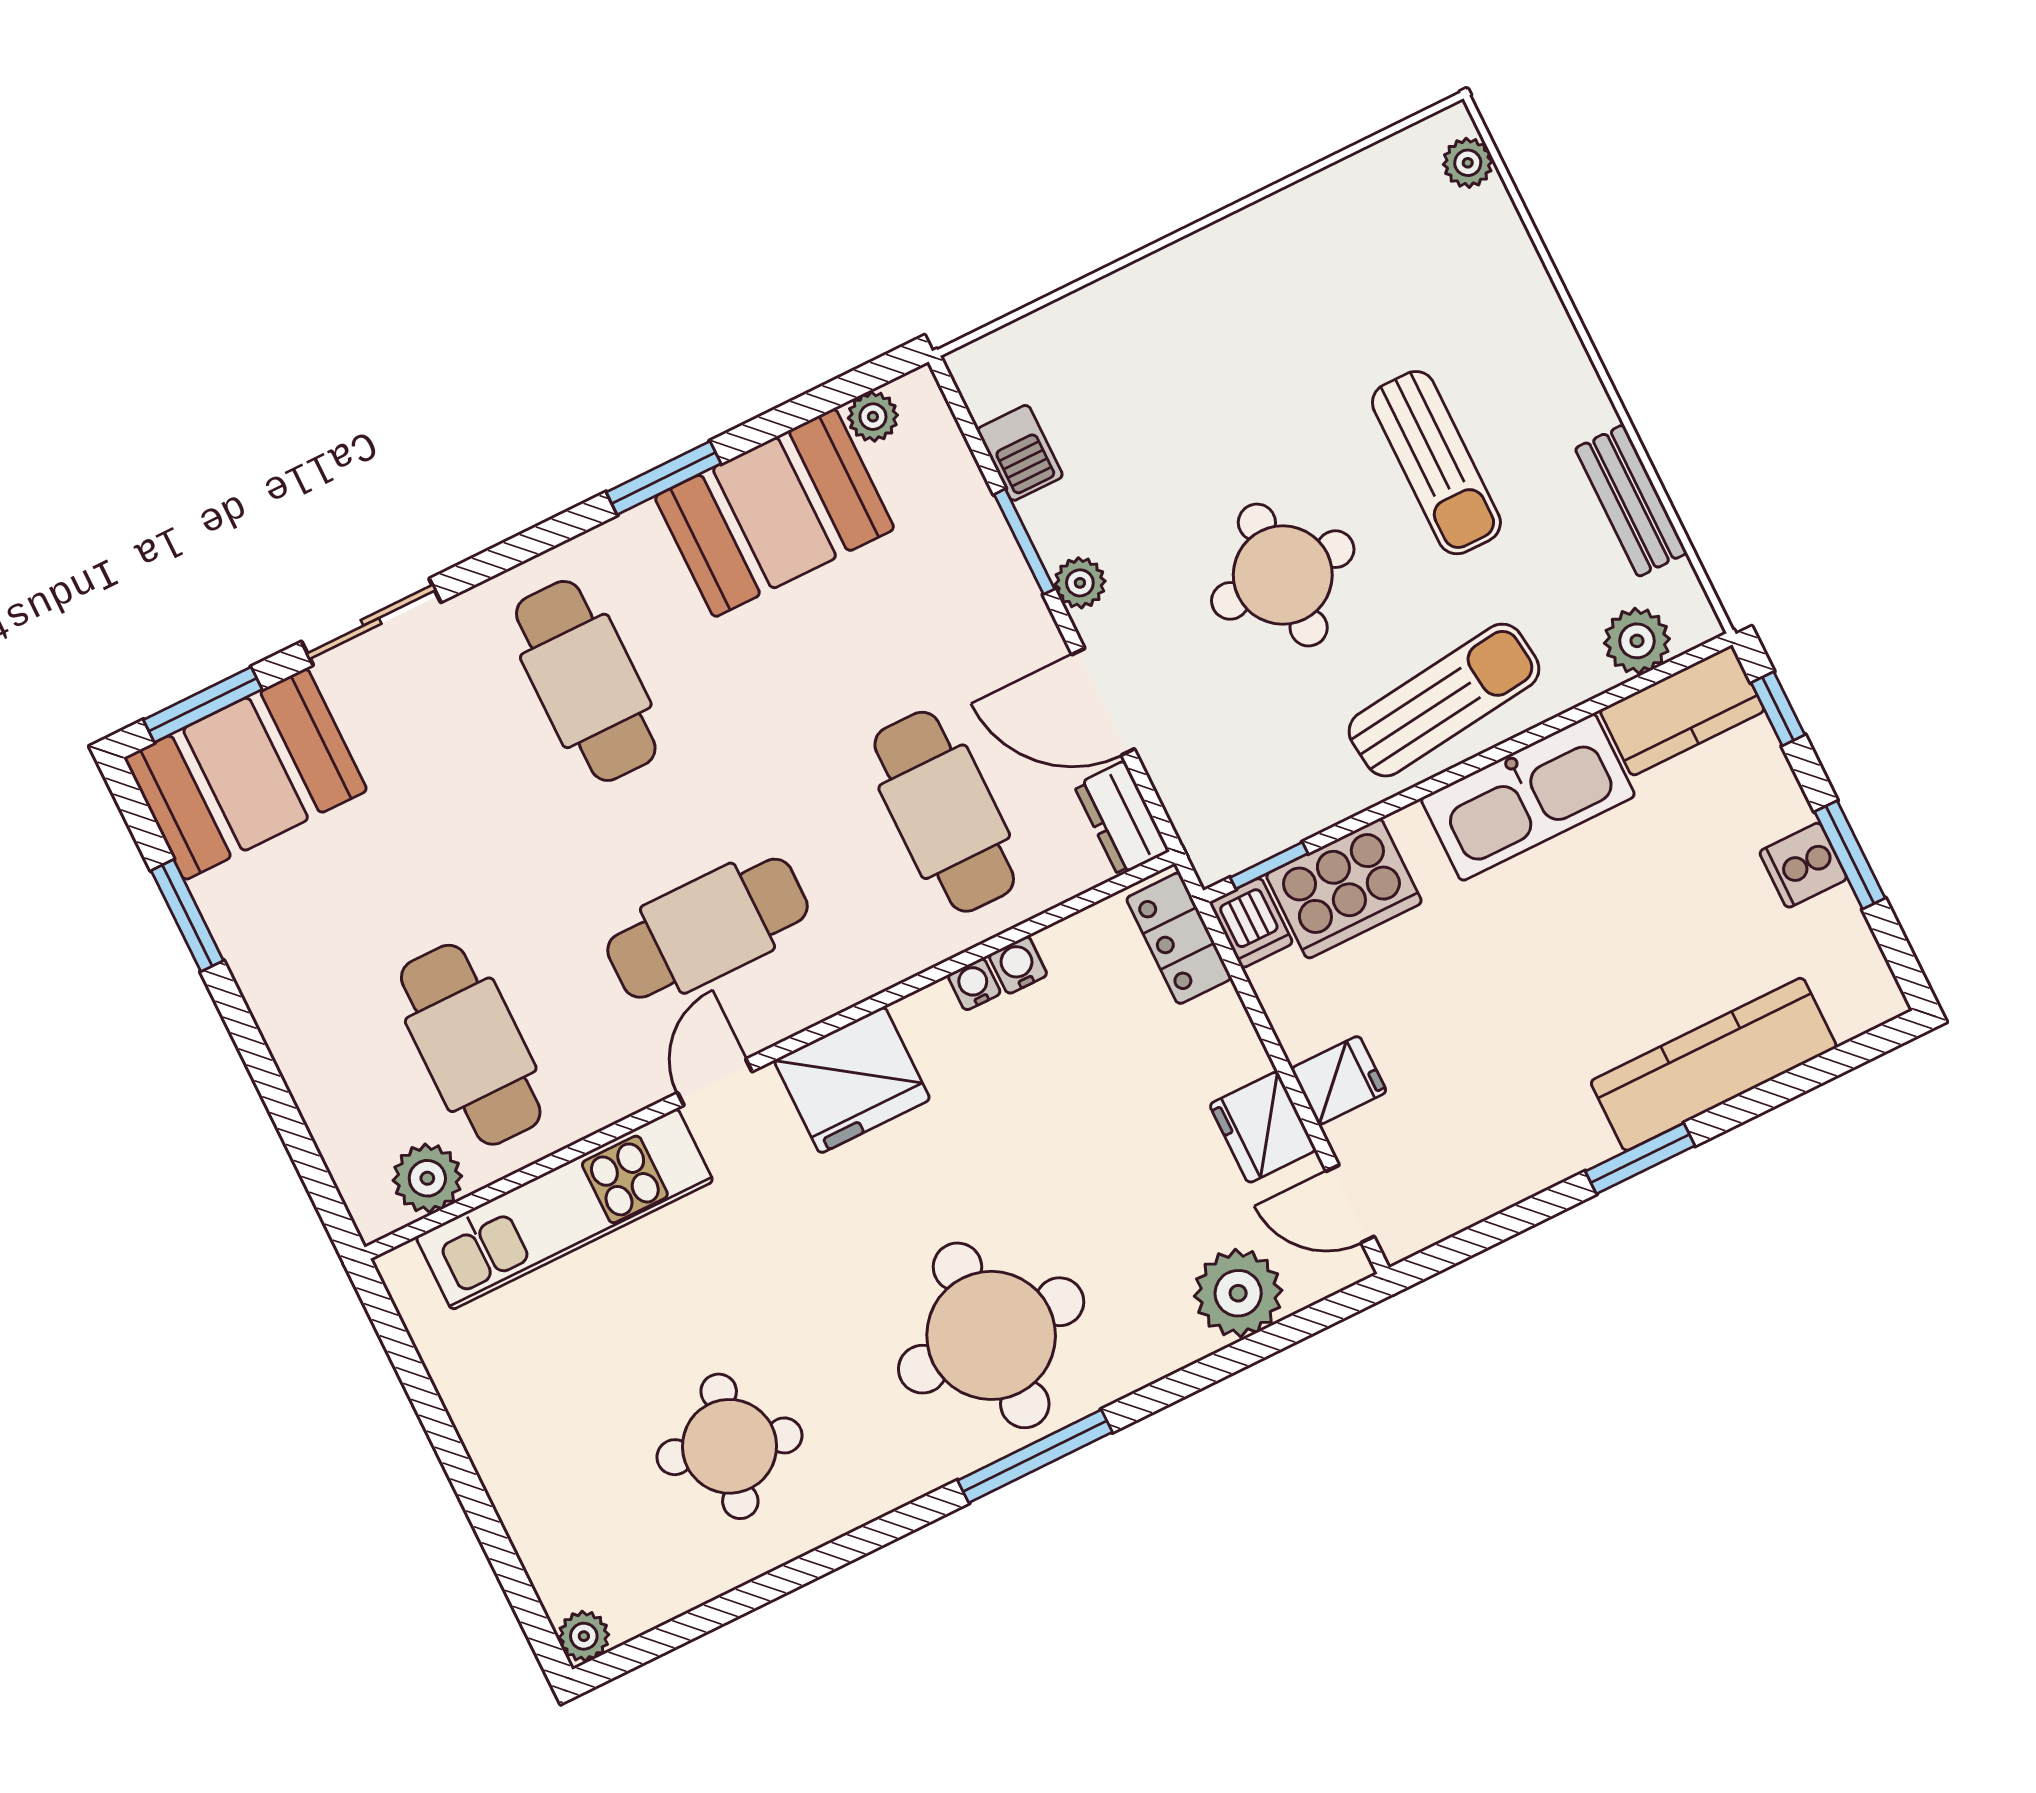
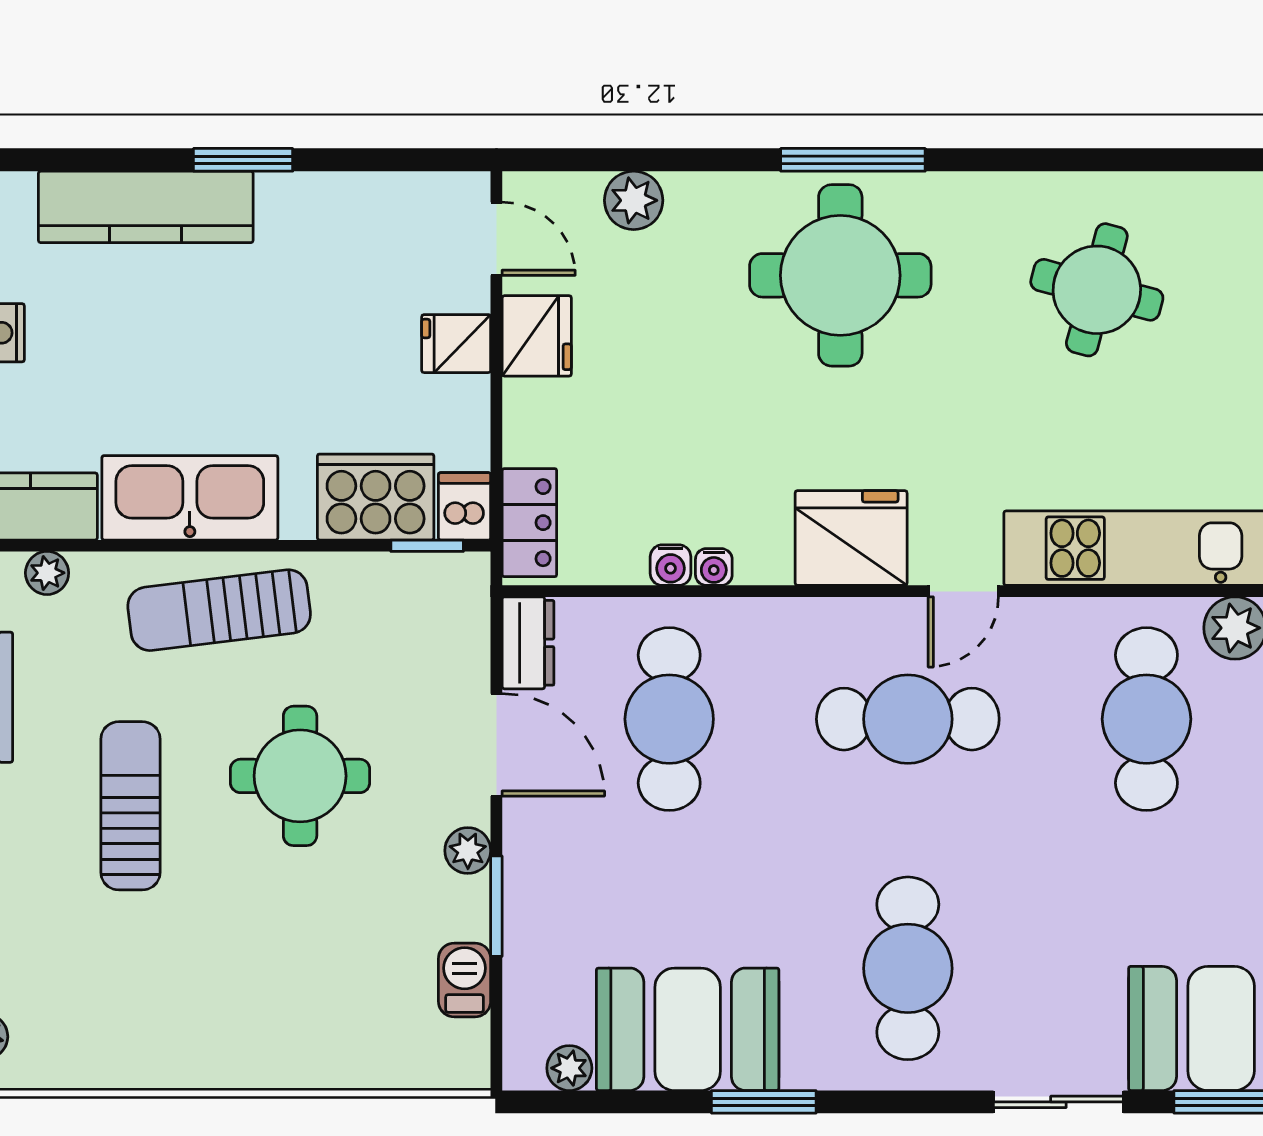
plant: (1637, 641) -> (47, 573), width x0.73, depth x0.73
plant: (1238, 1293) -> (634, 200), width x0.73, depth x0.73

